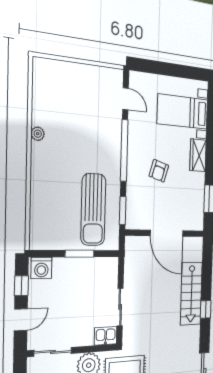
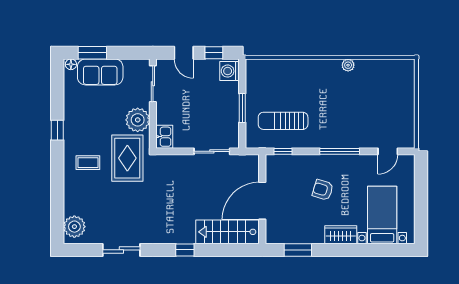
window: (124, 150) -> (340, 151), width x0.68
sun lounger: (93, 210) -> (283, 121), width x0.73, depth x0.75
window: (123, 211) -> (283, 151), width x0.67
stairs: (191, 294) -> (228, 232), moved
sliding door: (120, 307) -> (212, 151), moved

